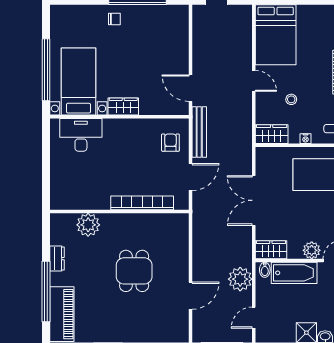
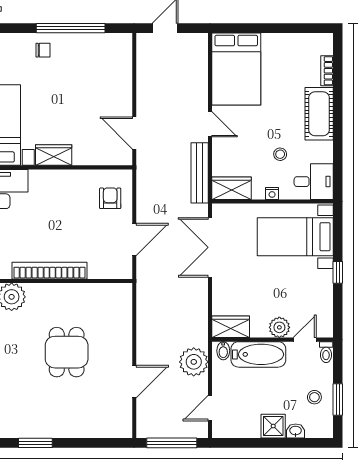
stool: (291, 99) -> (280, 154), moved
bench: (199, 132) -> (200, 173), moved
double door: (254, 200) -> (210, 247), moved
bookcase: (142, 203) -> (50, 271), moved

